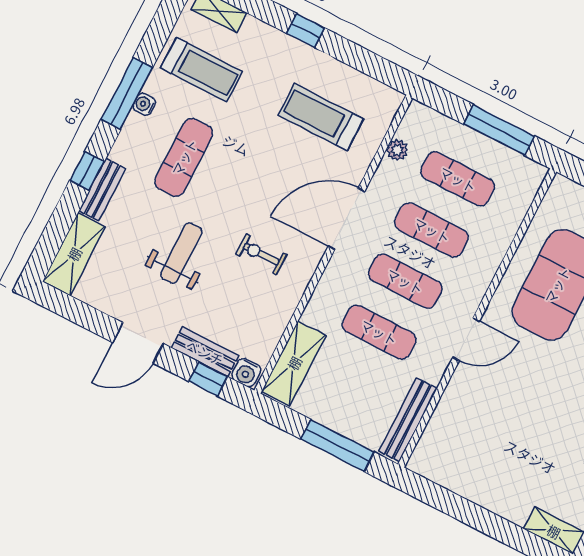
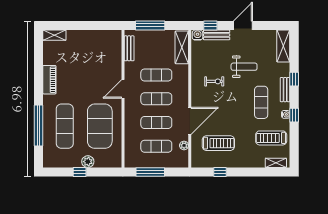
window: (306, 31) -> (220, 172), moved
window: (127, 93) -> (294, 115), width x0.46
bench: (102, 189) -> (285, 90), moved
door: (346, 219) -> (190, 121), moved
weight bench: (181, 253) -> (244, 67), turned -90
bench: (408, 420) -> (129, 48), width x0.73

